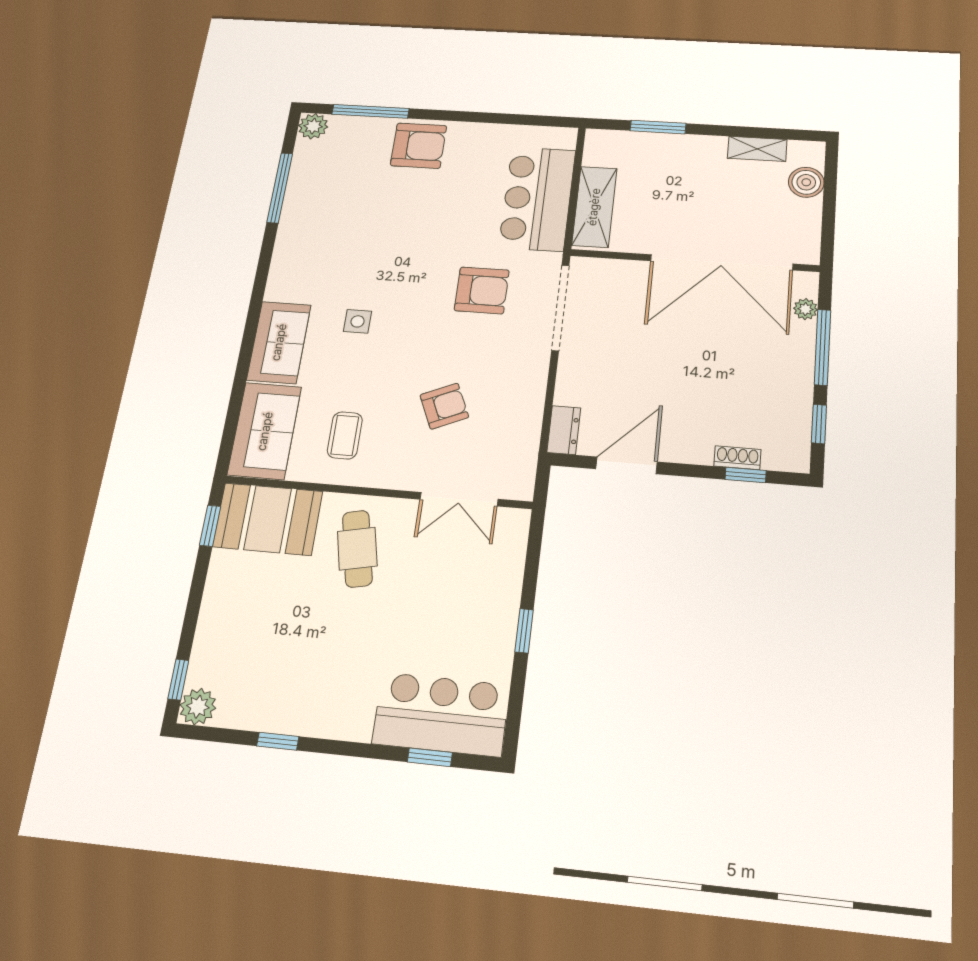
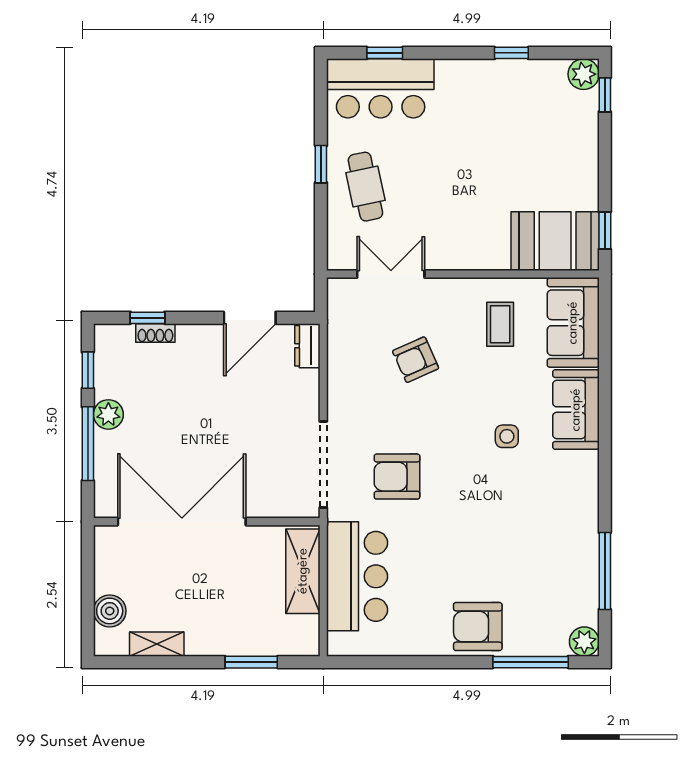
plant: (805, 309) -> (108, 414), moved, width x1.38, depth x1.38
cafe table: (357, 549) -> (365, 187), moved

